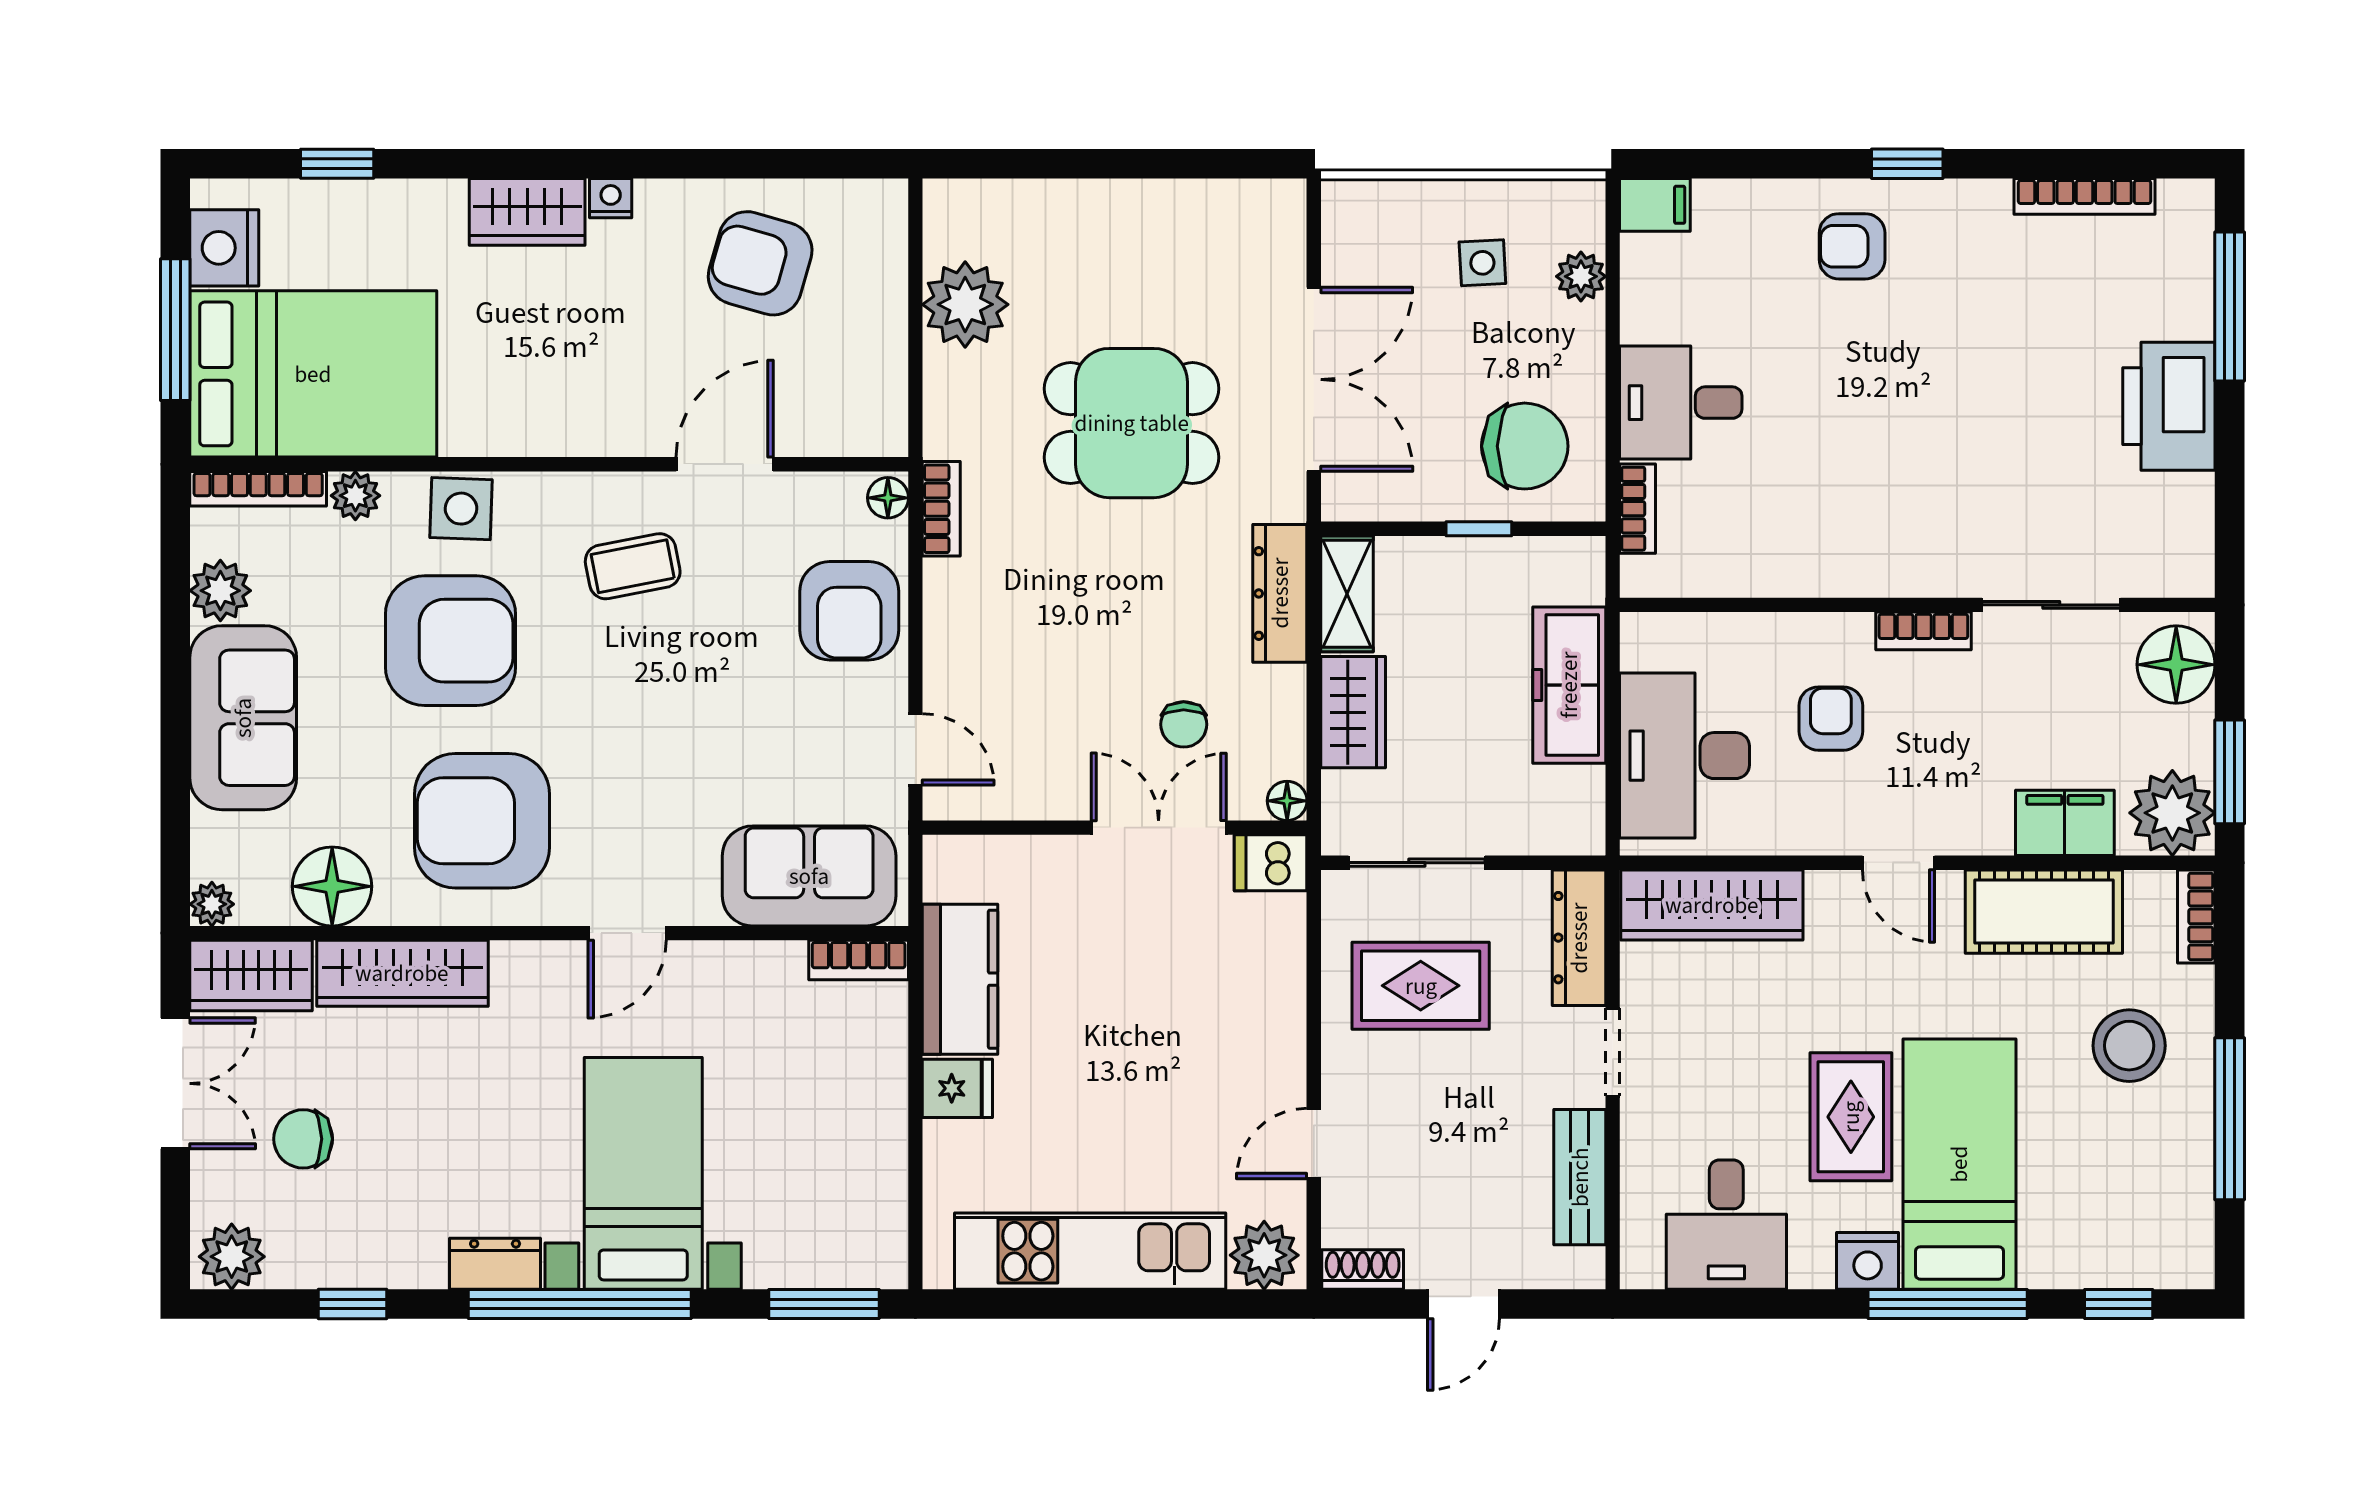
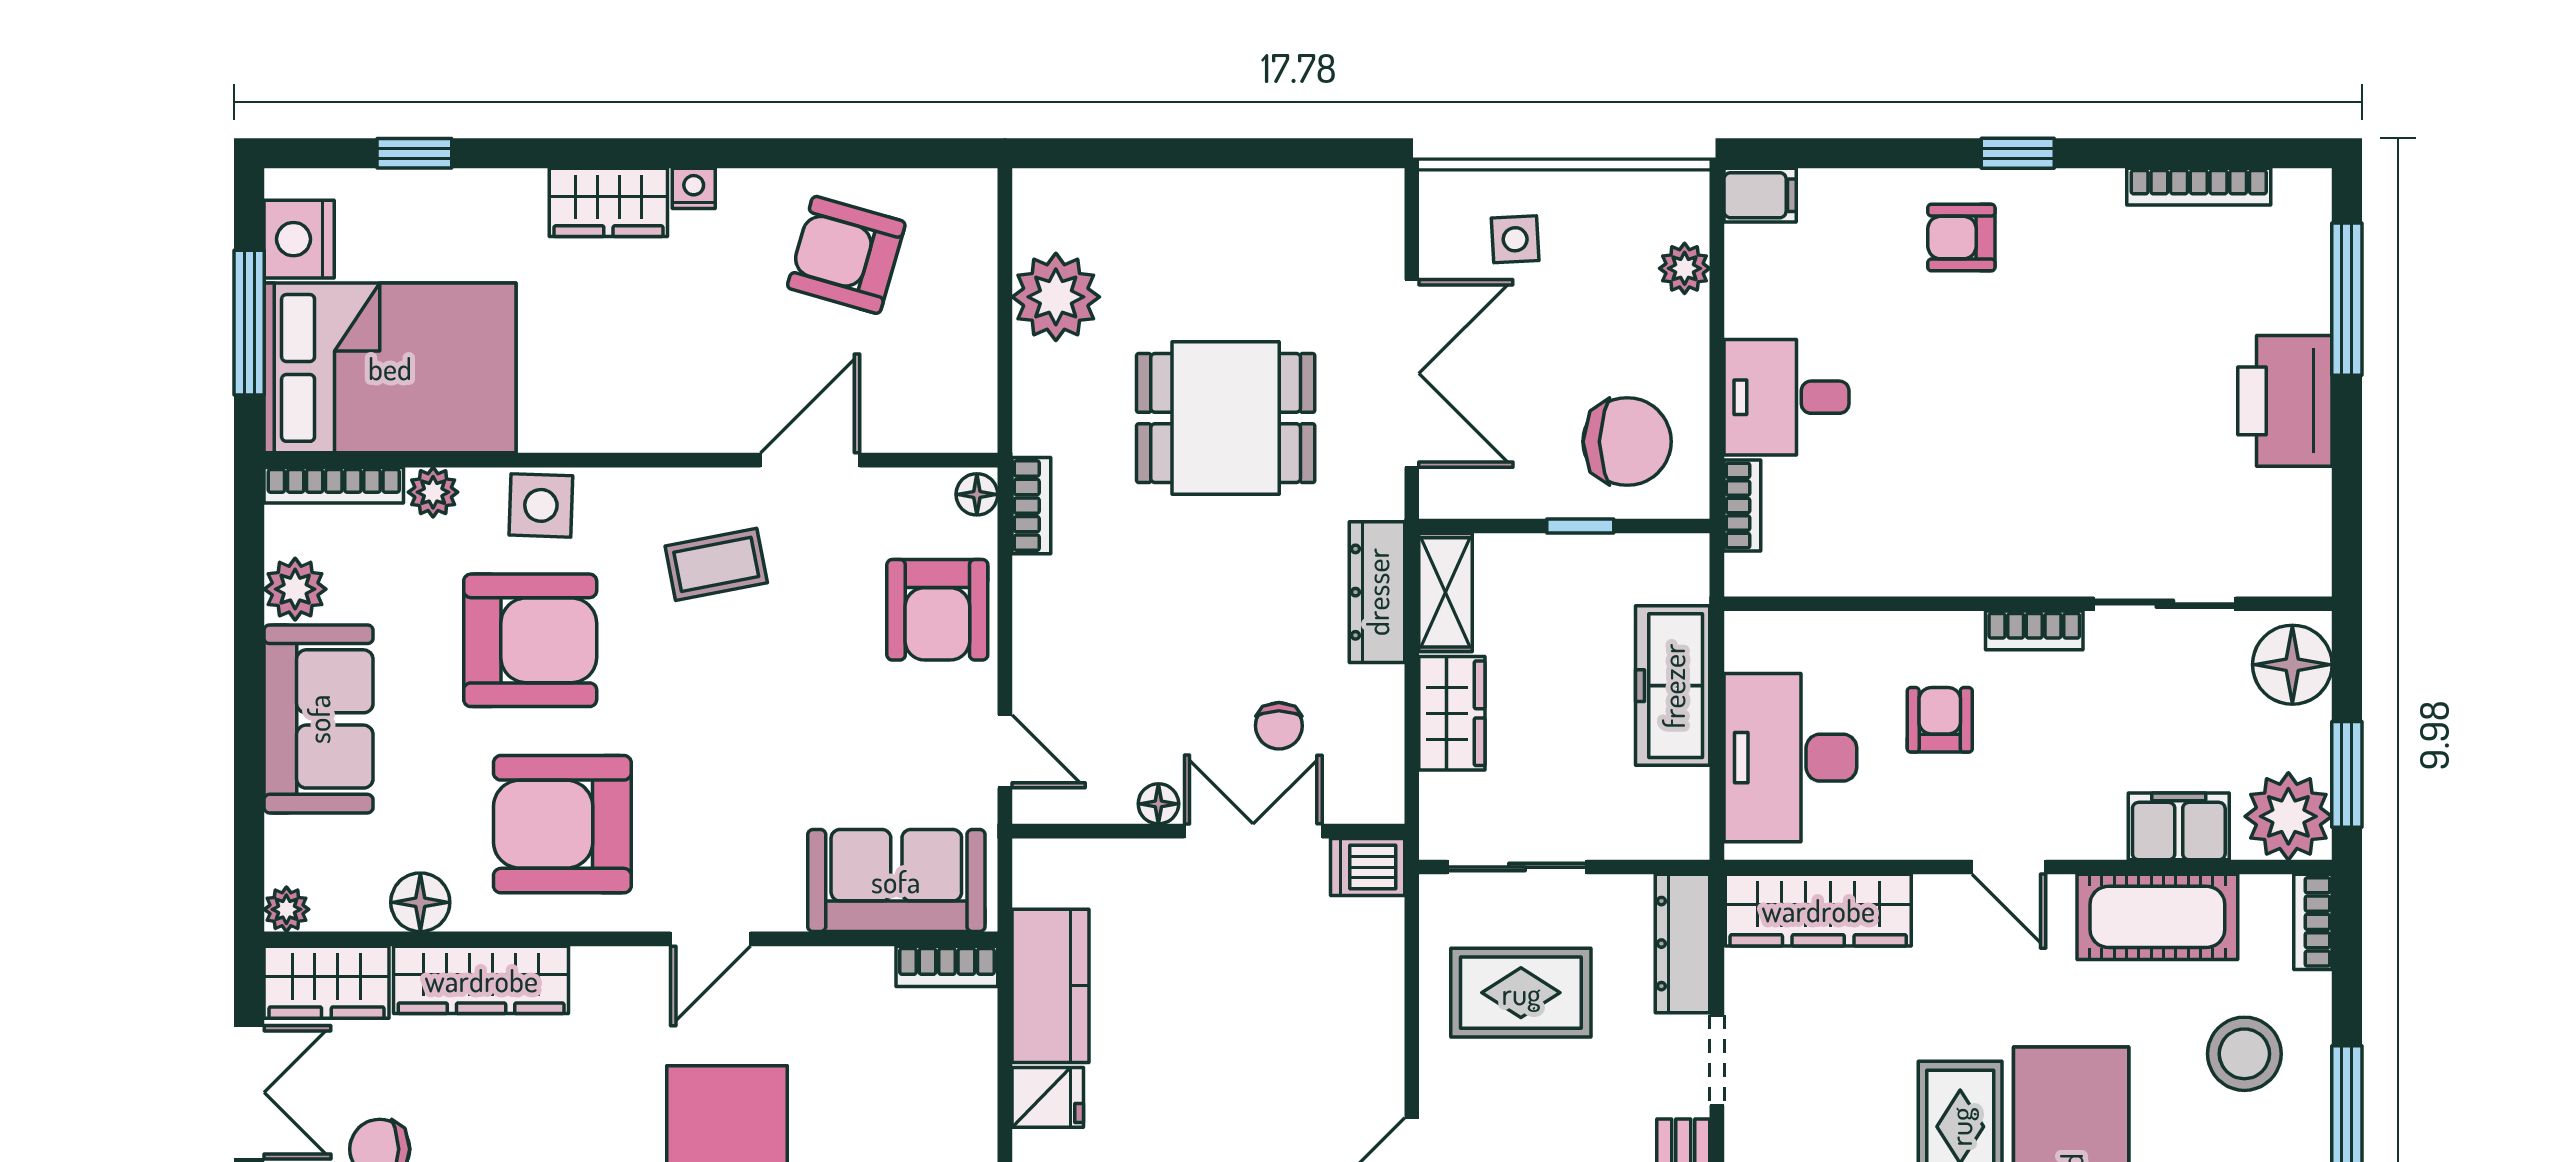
side table: (1482, 263) -> (1515, 239), moved
floor lamp: (1287, 801) -> (1158, 804), moved
floor lamp: (332, 886) -> (420, 902), width x0.73, depth x0.73

